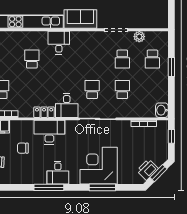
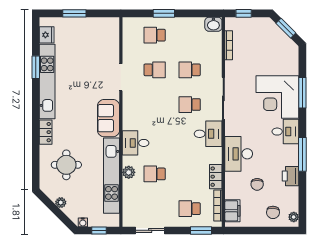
plant: (139, 37) -> (129, 172), moved
school desk: (152, 59) -> (155, 35), turned 180
locker: (44, 112) -> (216, 177), moved
printer: (147, 170) -> (291, 176), moved, turned 45
desk: (58, 173) -> (285, 132), moved

